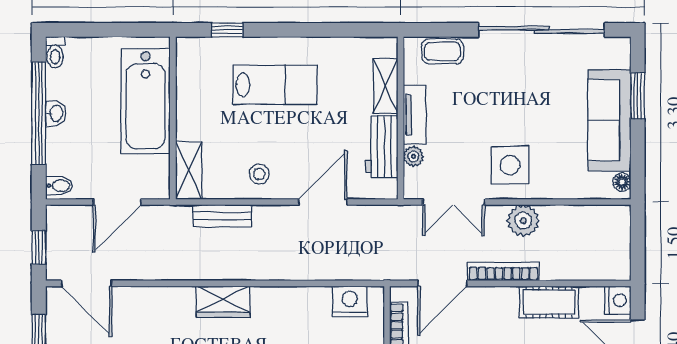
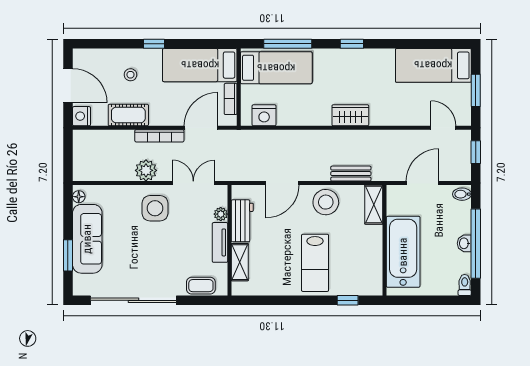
lab bench: (275, 85) -> (315, 263), turned -90
stool: (259, 174) -> (326, 202), width x1.89, depth x1.89
door: (87, 283) -> (443, 128), width x0.73

